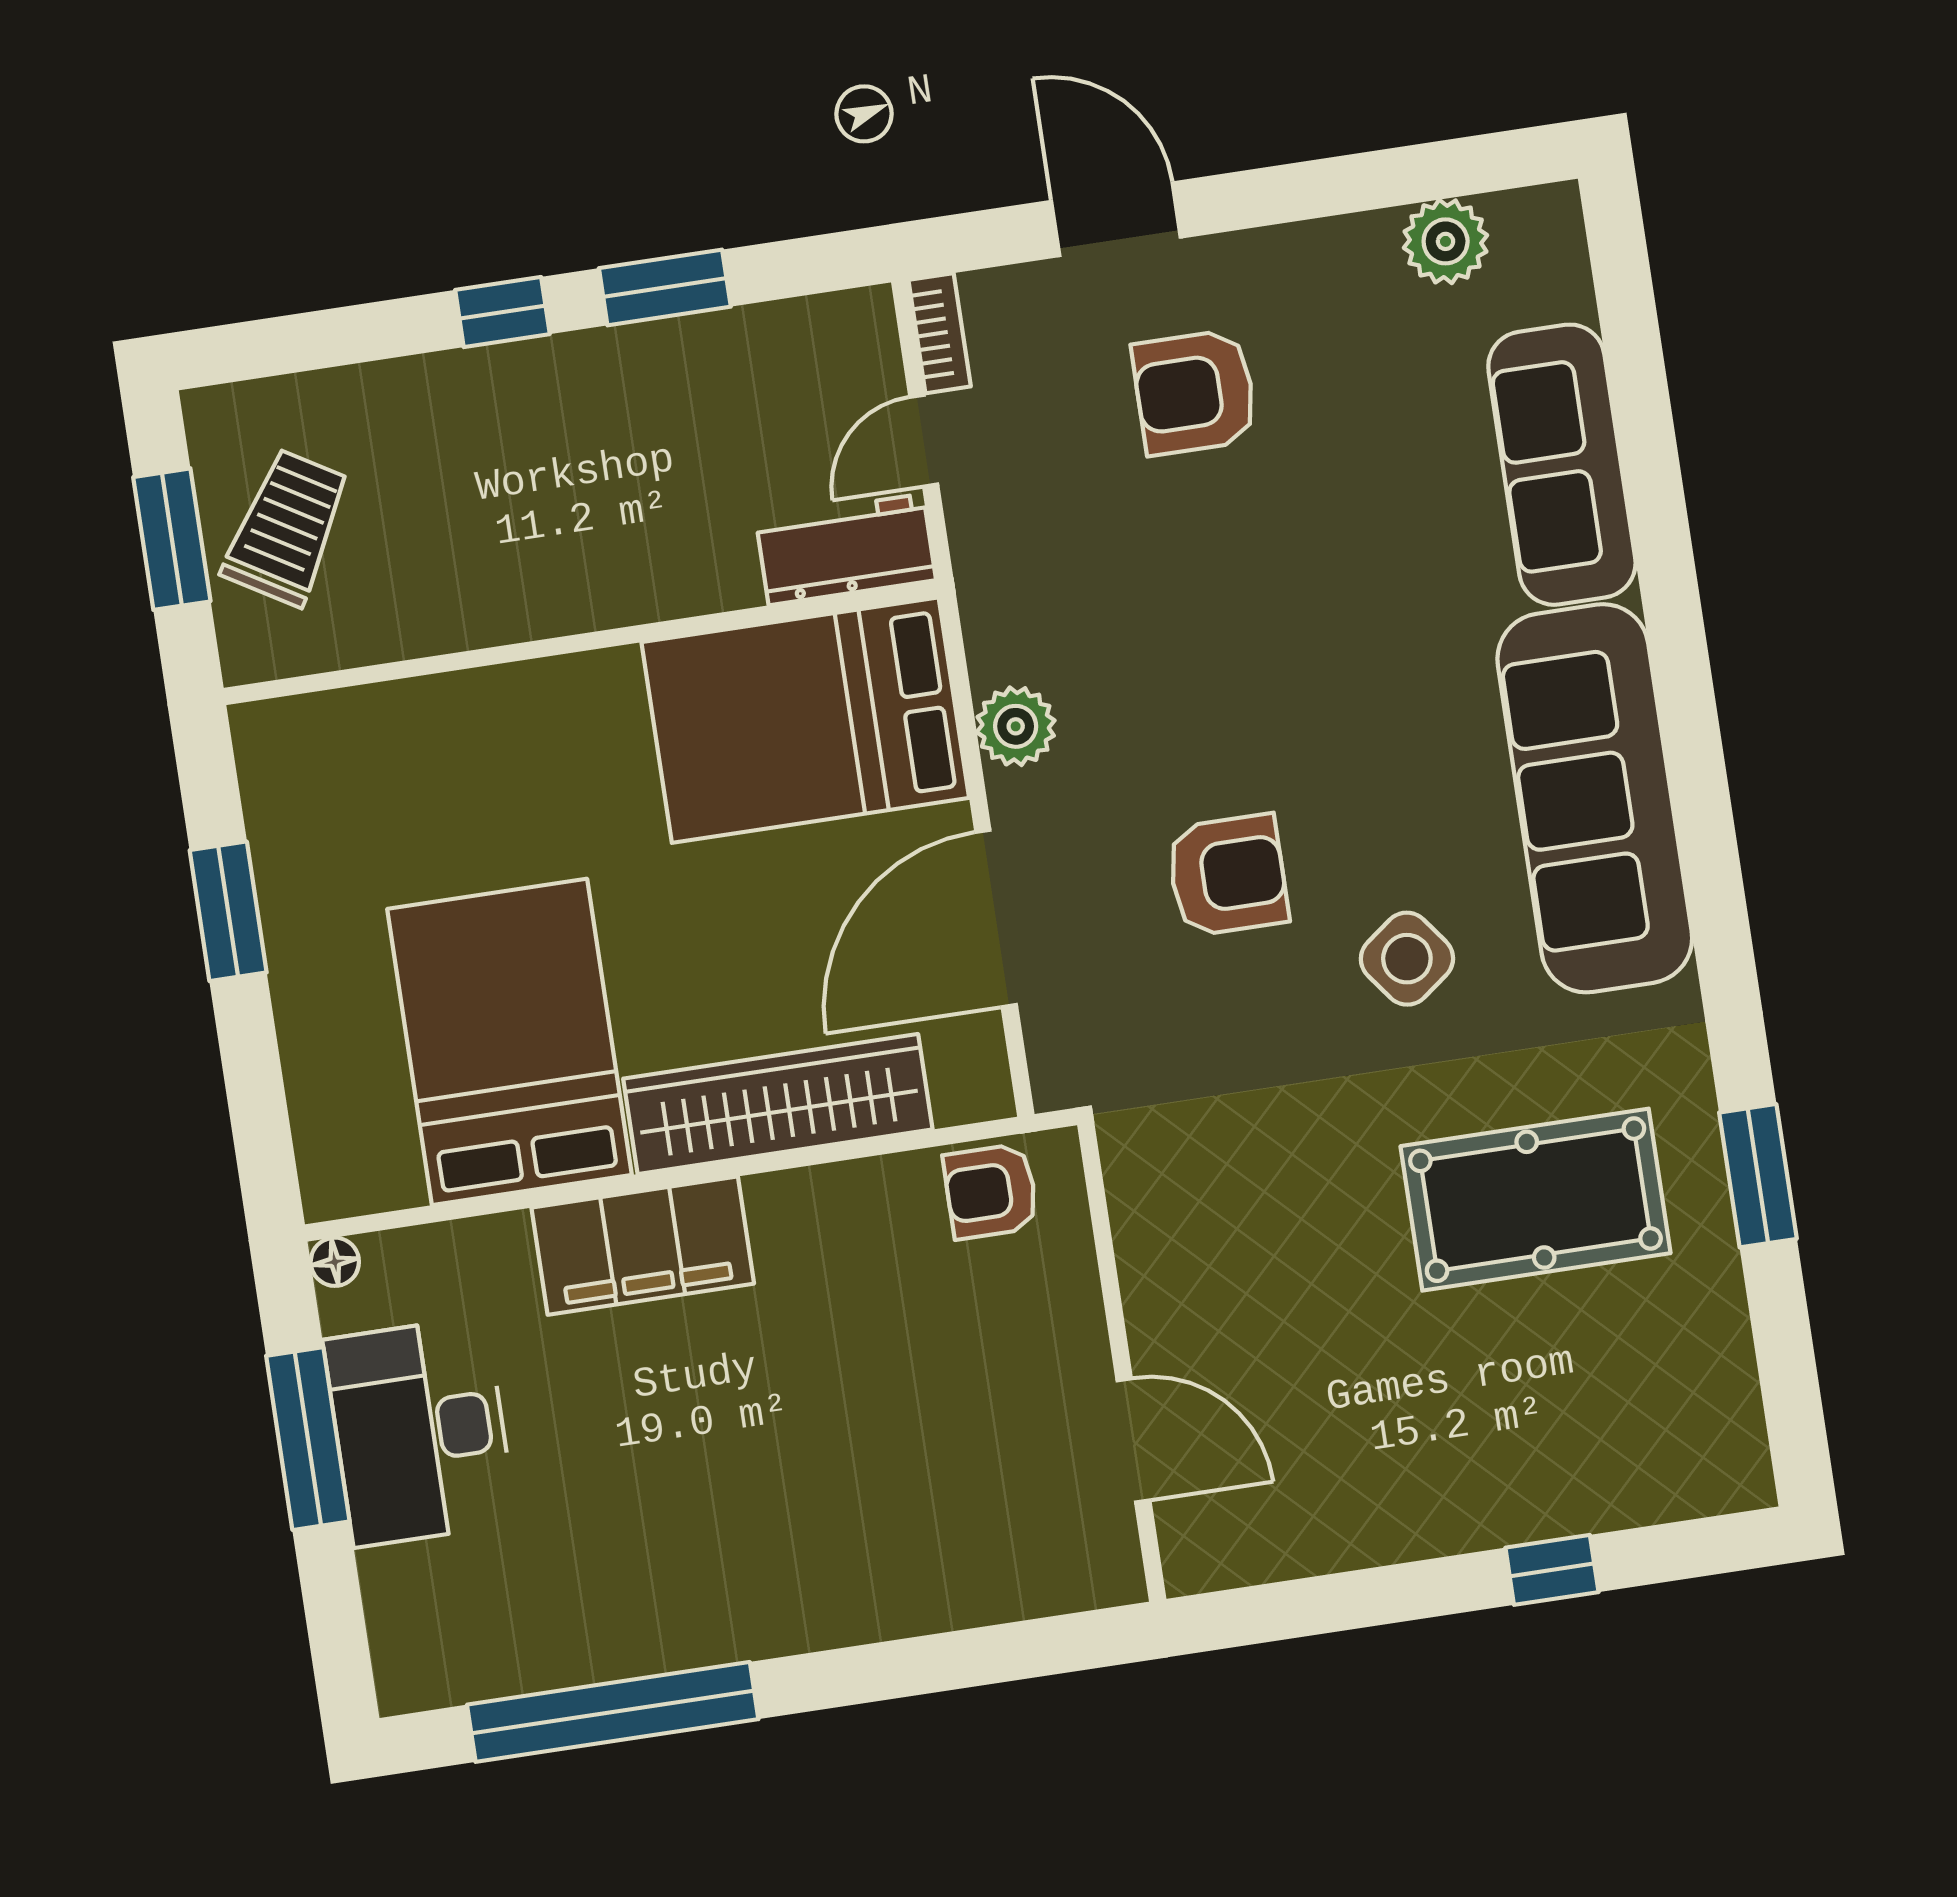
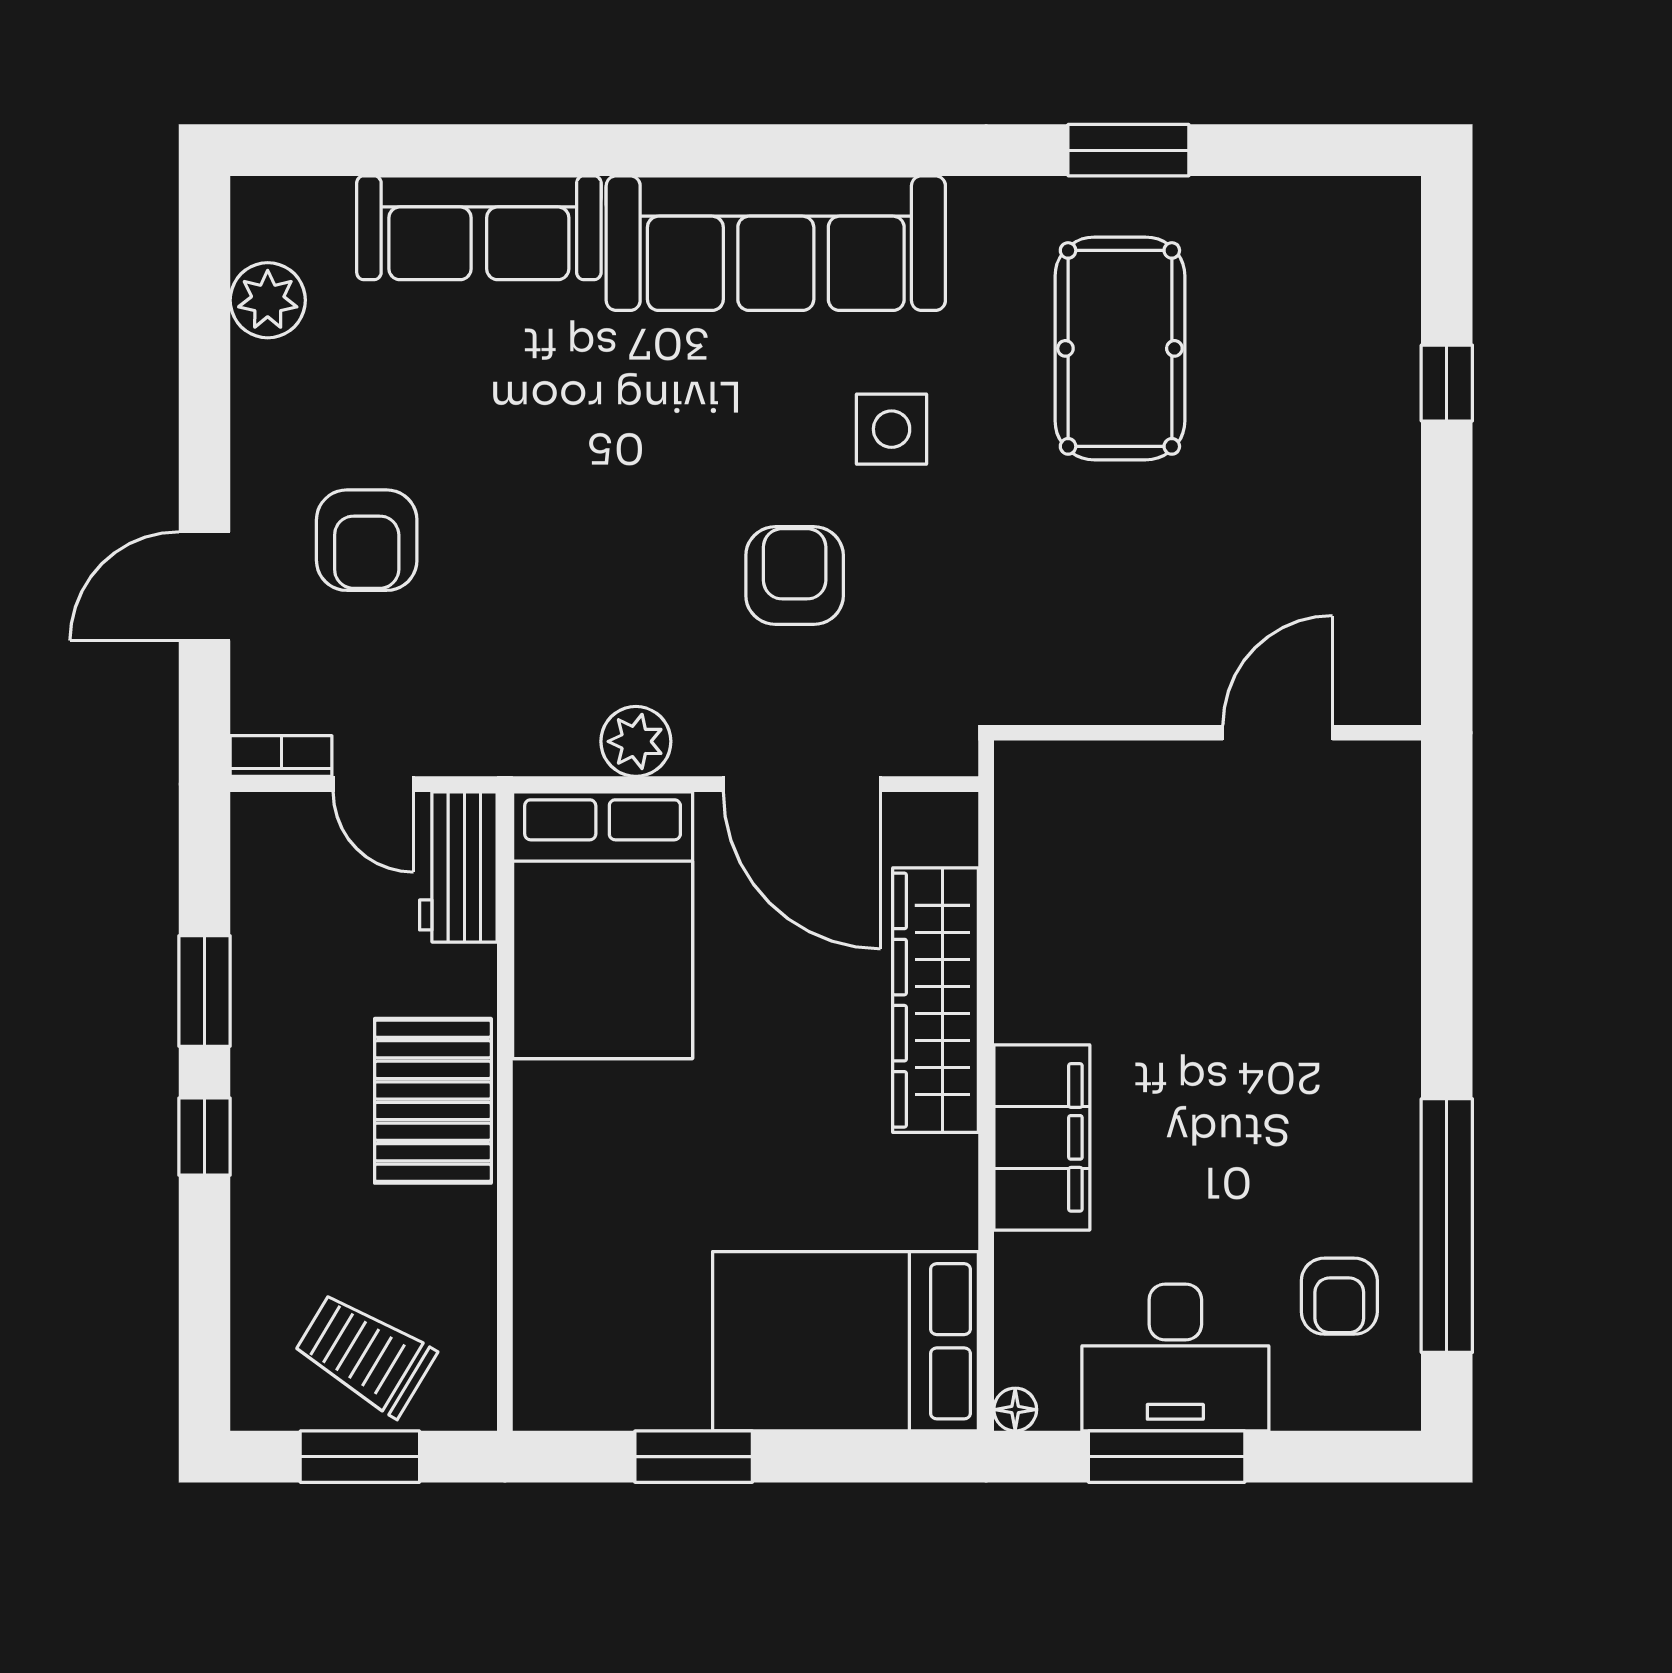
pallet: (581, 561) -> (433, 1101), added
side table: (1407, 959) -> (892, 429), turned 37
bed: (510, 1042) -> (846, 1341), moved
armchair: (991, 1191) -> (1339, 1296), moved

